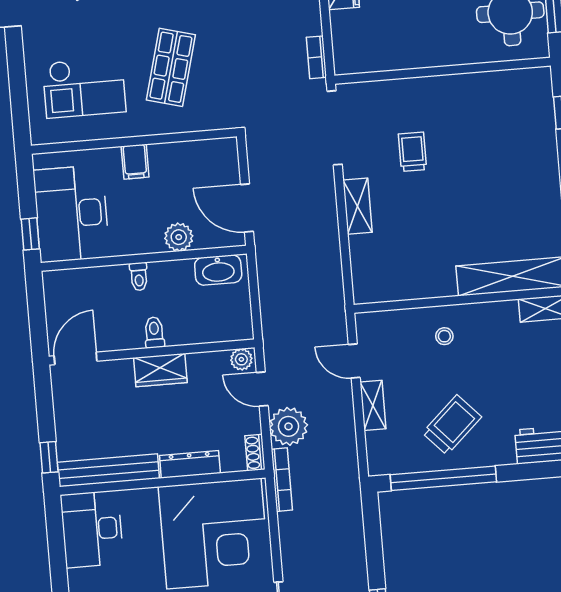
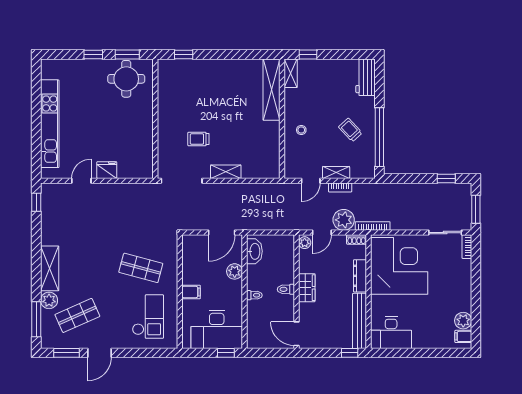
bookcase: (316, 57) -> (340, 187), moved
trolley: (452, 425) -> (350, 130), width x0.73, depth x0.72

